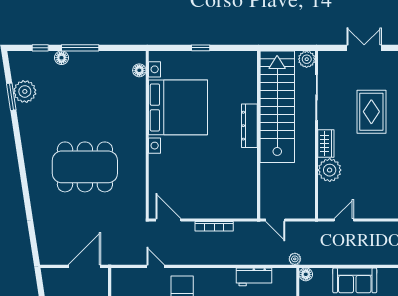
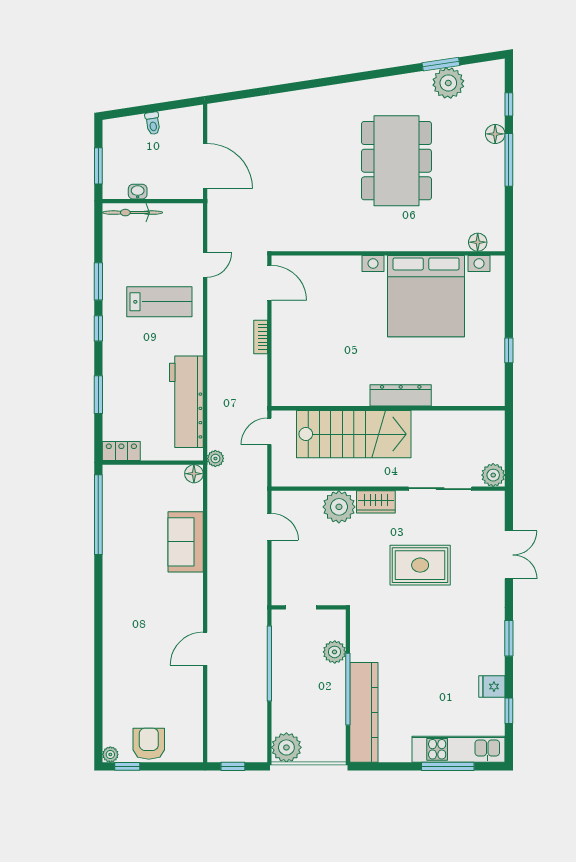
window: (201, 48) -> (509, 350), moved
stairs: (277, 107) -> (354, 434), moved, width x0.73
dining table: (85, 167) -> (396, 161), moved
door: (168, 220) -> (269, 283), hinge flipped
bookcase: (214, 226) -> (261, 337), width x0.64
workbench: (254, 277) -> (186, 402), width x1.88, depth x1.32

